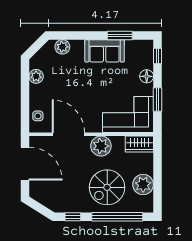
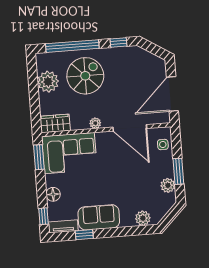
window: (120, 35) -> (84, 235), width x0.67
tv unit: (139, 45) -> (63, 226), added
window: (25, 89) -> (178, 171), added
window: (157, 100) -> (39, 157), moved
plant: (101, 146) -> (95, 123), width x0.53, depth x0.53
door: (25, 164) -> (172, 94), hinge flipped

